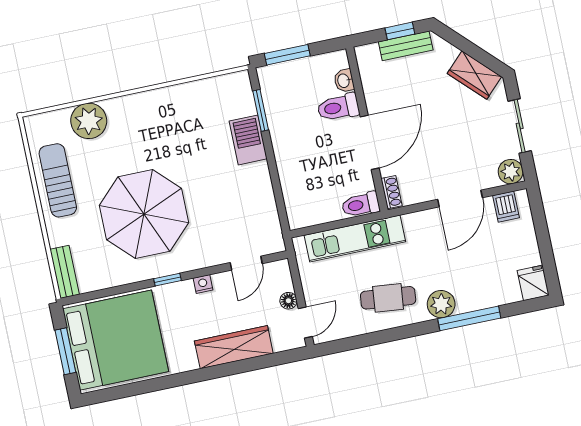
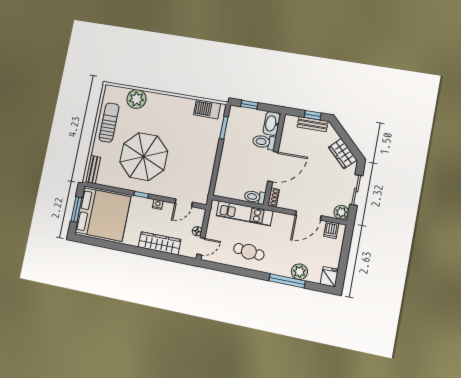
window: (287, 55) -> (249, 105), width x0.67
washbasin: (344, 81) -> (272, 124), width x1.91, depth x1.45
barbecue: (248, 140) -> (207, 109), moved, turned -90
plant: (441, 304) -> (299, 272), moved

